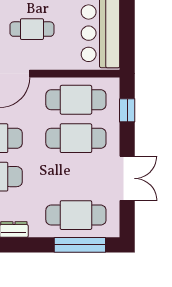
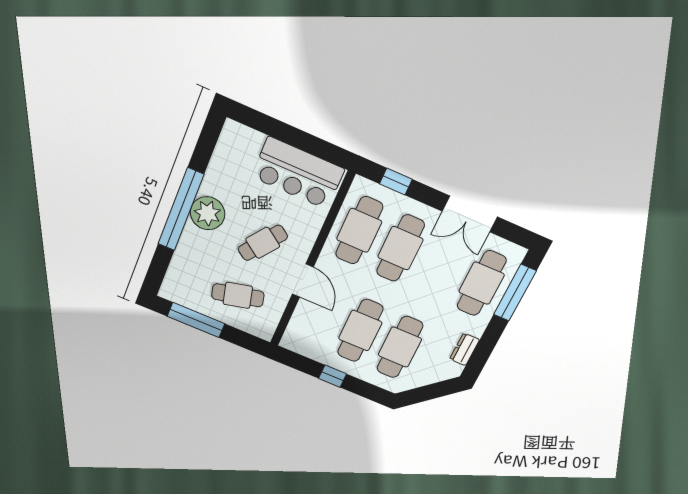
cafe table: (32, 29) -> (263, 243), turned 36
double door: (127, 178) -> (470, 214), swing flipped

